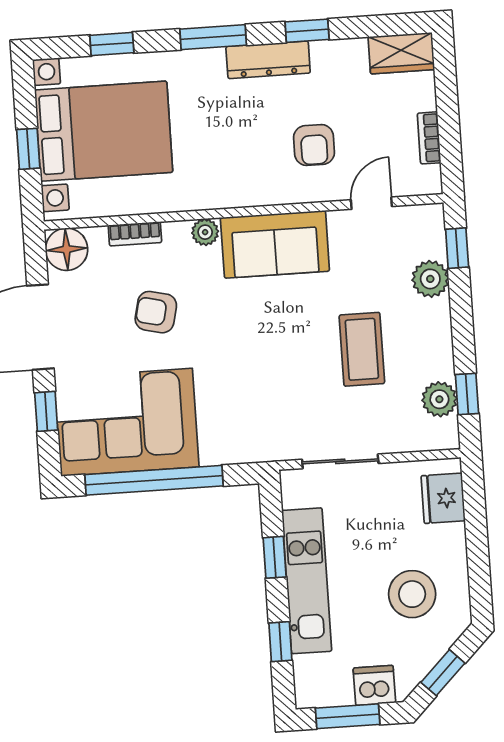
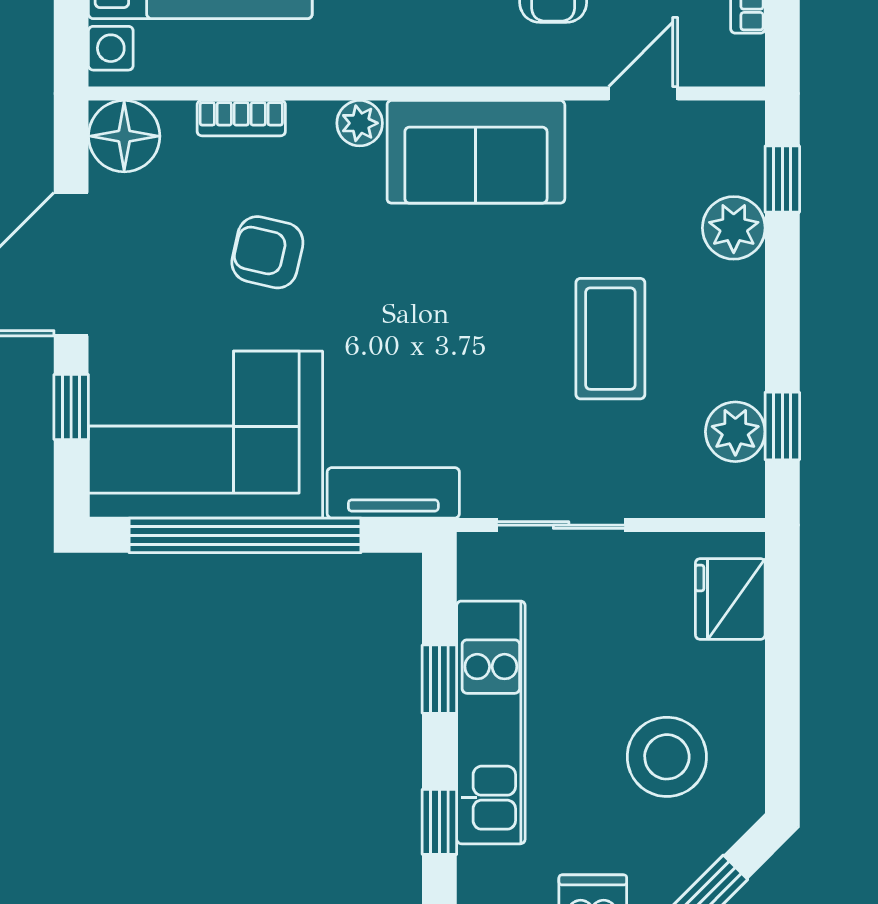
tv unit: (240, 449) -> (393, 493), added

